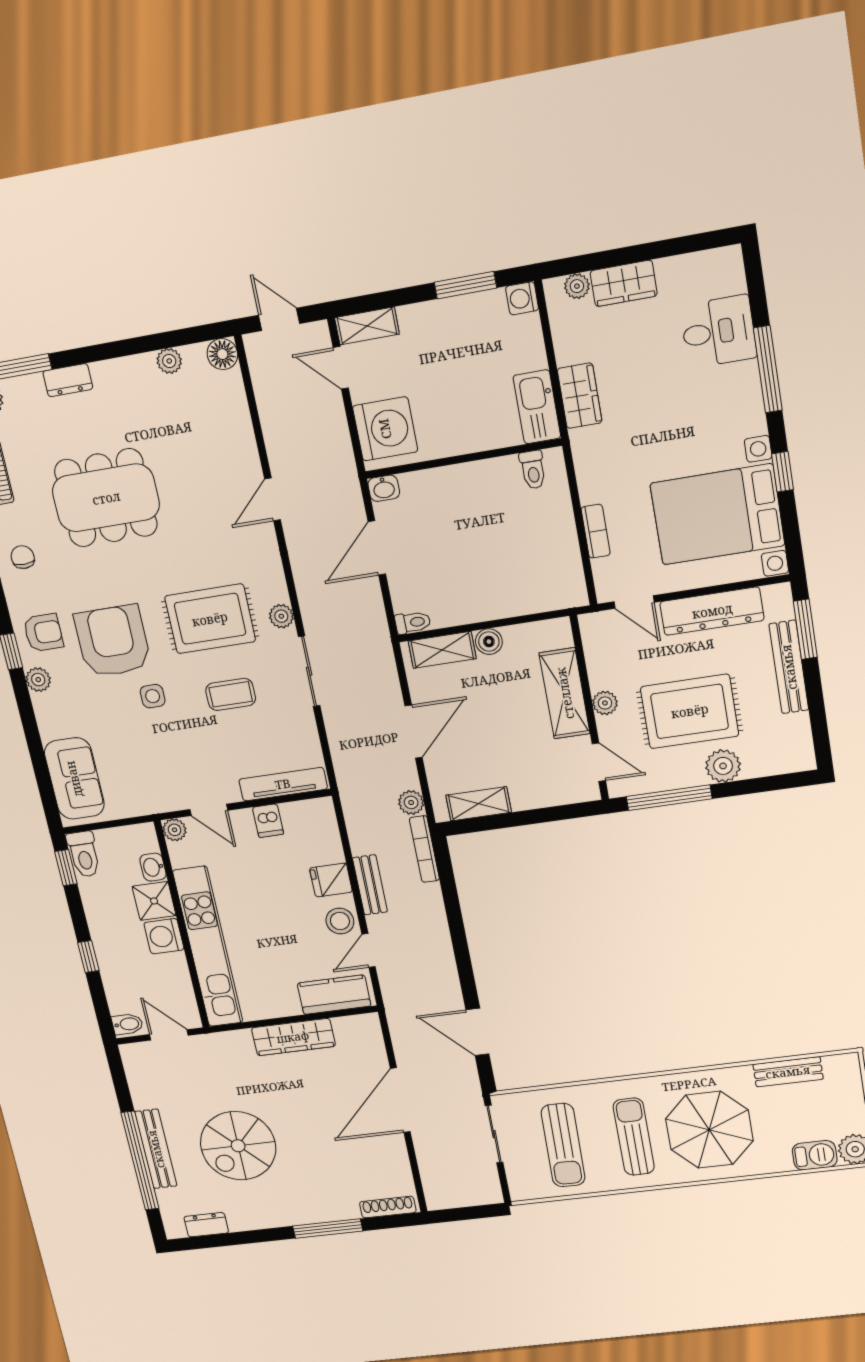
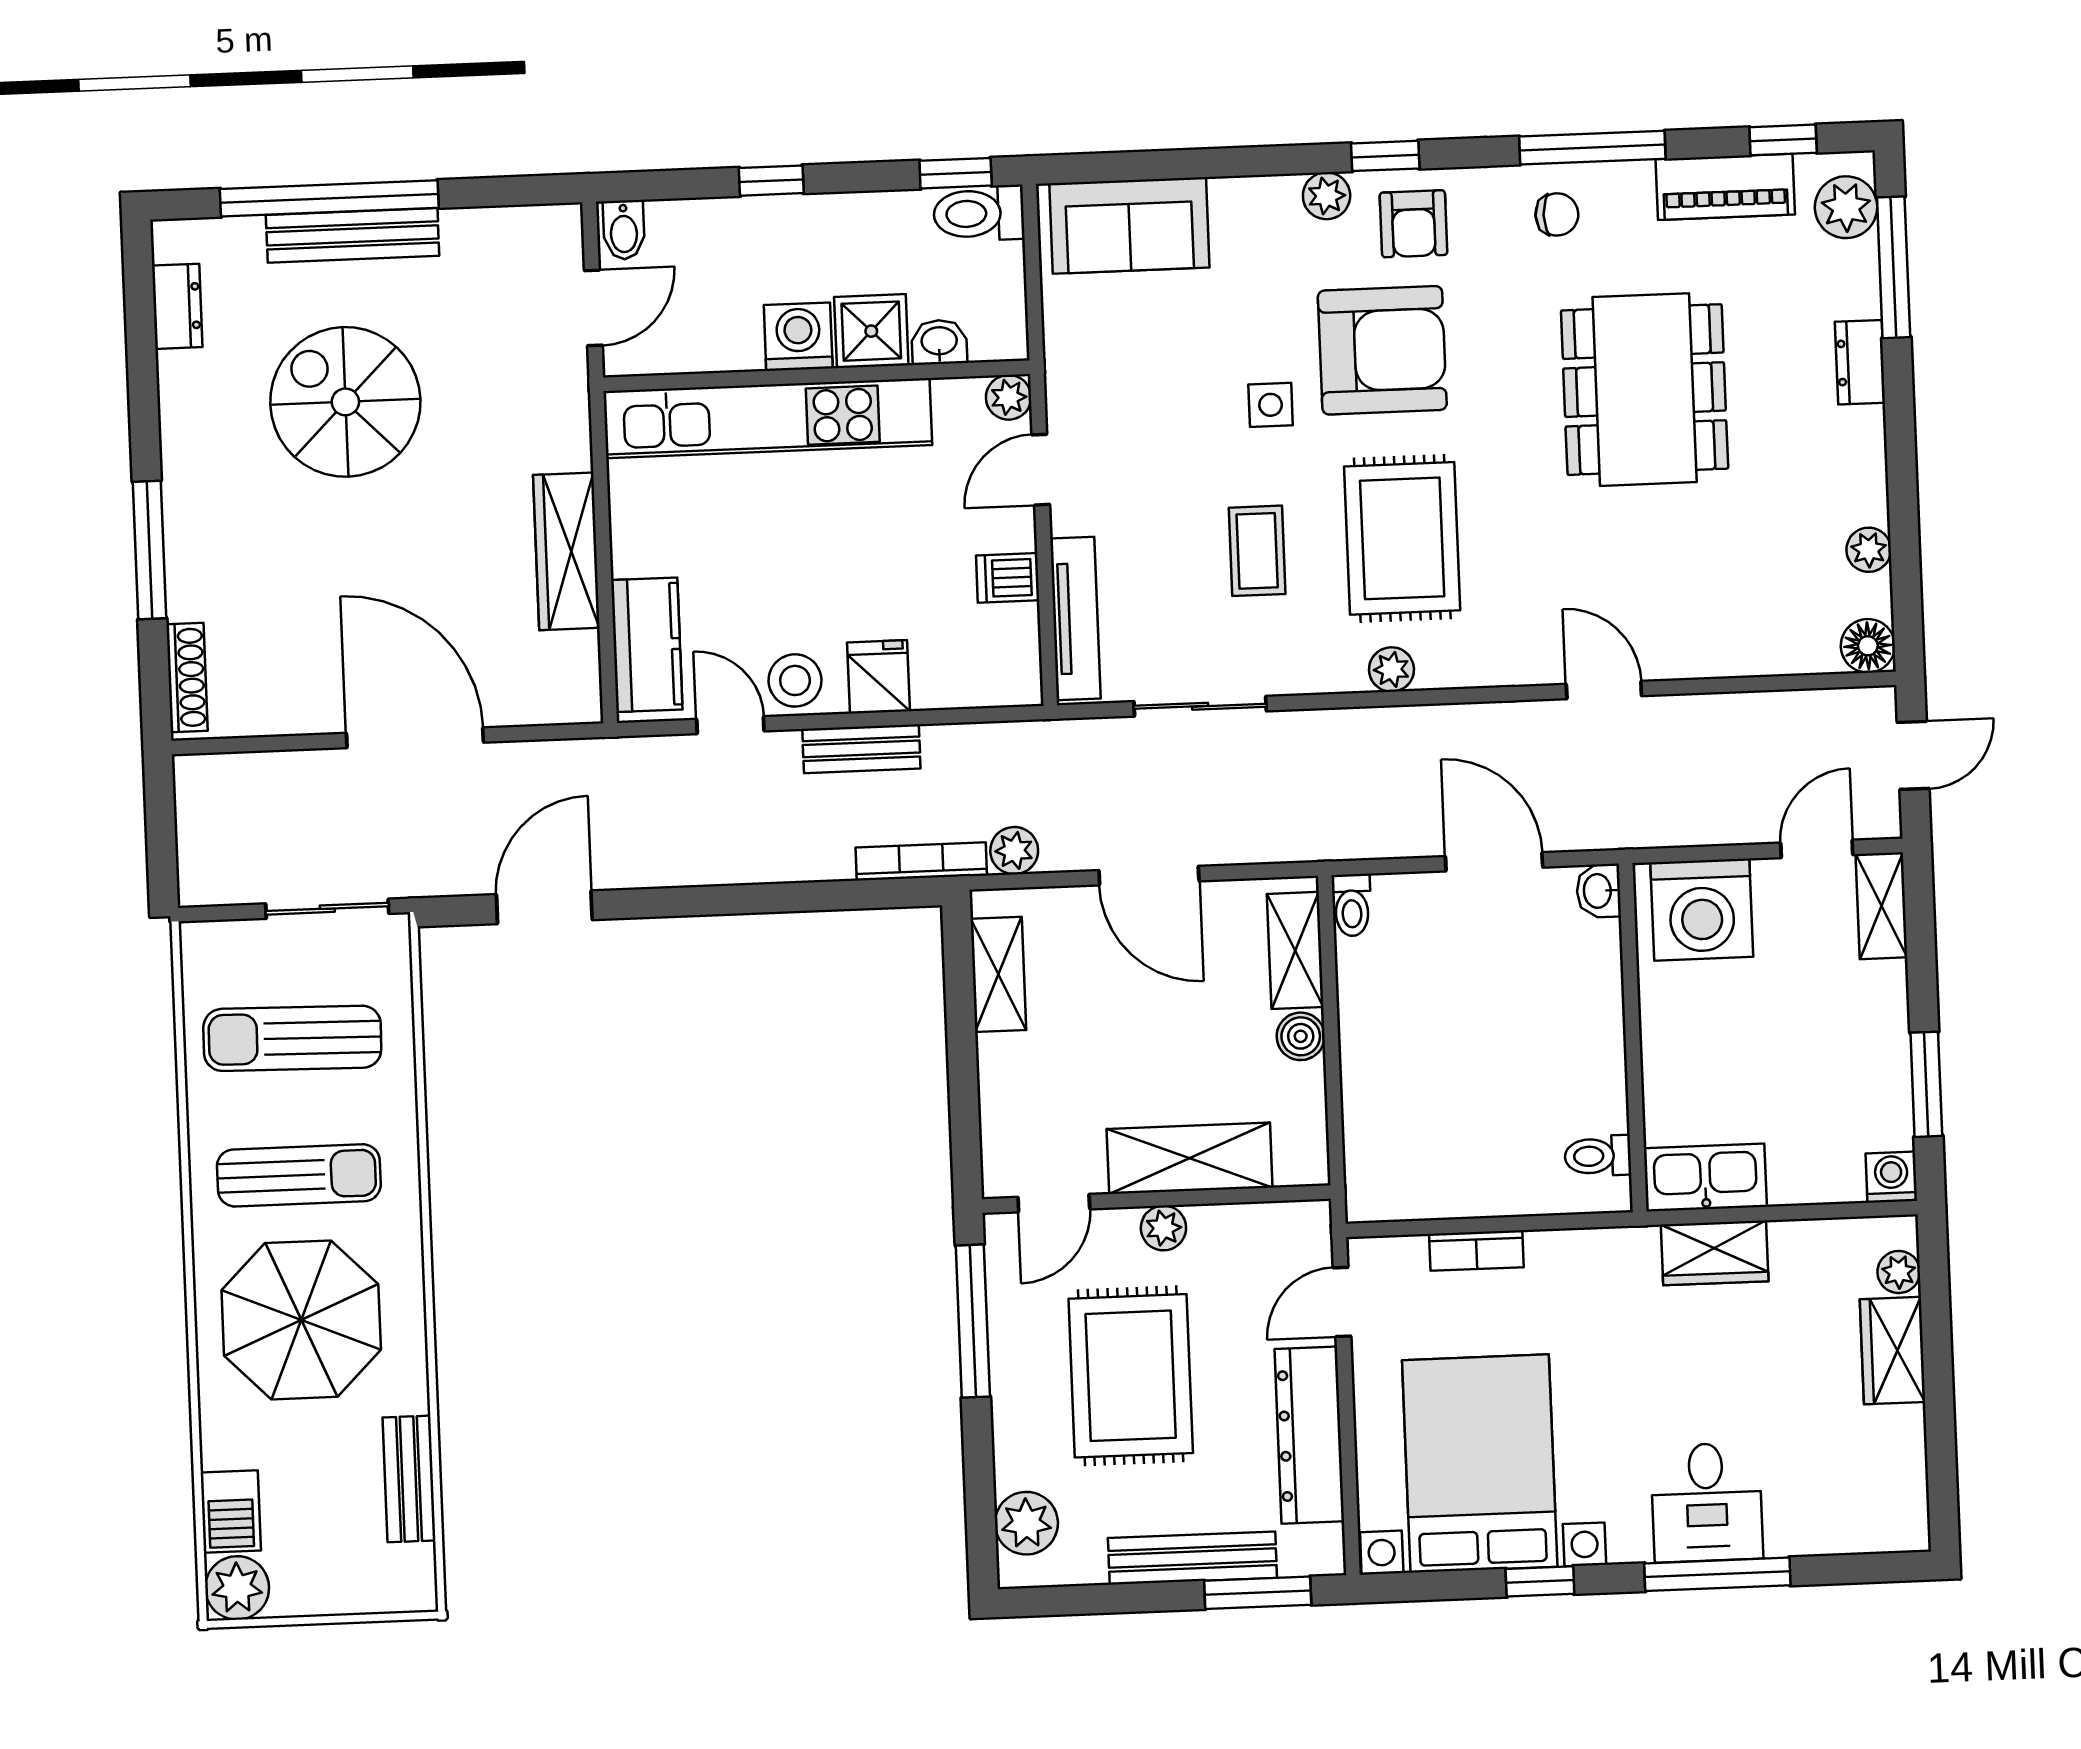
desk: (718, 332) -> (1707, 1502), moved
sliding door: (309, 671) -> (1200, 706), moved
plant: (723, 766) -> (1026, 1523), moved

